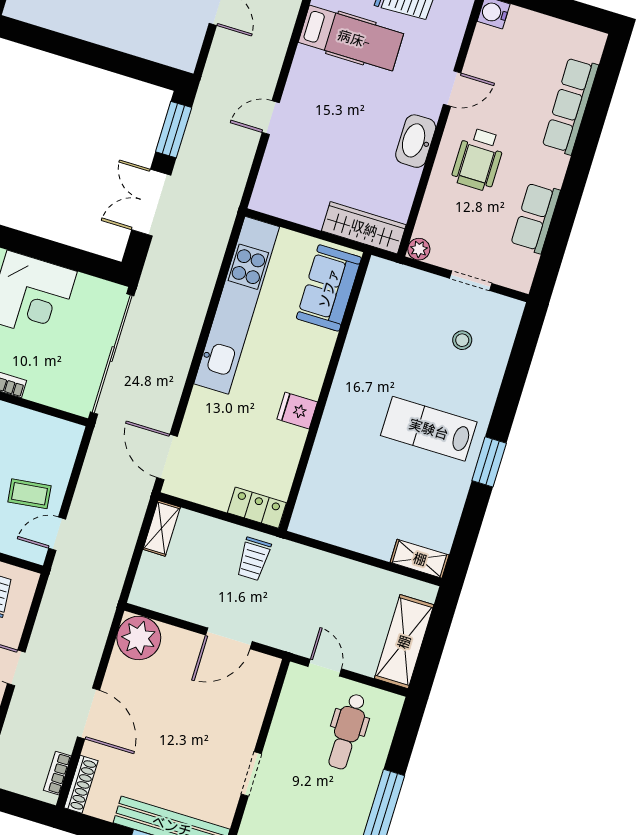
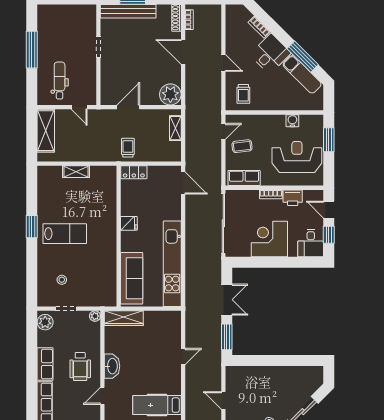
wheelchair: (478, 159) -> (80, 367), turned 180
row of seats: (535, 218) -> (45, 364), moved
plant: (520, 267) -> (45, 322), added
sofa: (329, 288) -> (132, 278), width x1.36
row of seats: (45, 430) -> (244, 178), added
shelving: (162, 528) -> (175, 128), moved
shelving: (420, 559) -> (76, 172), moved

